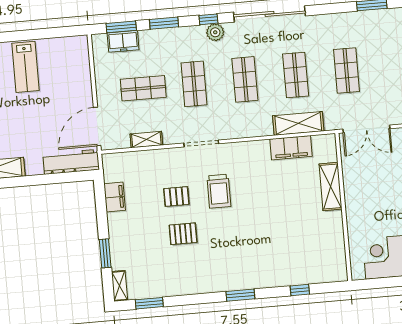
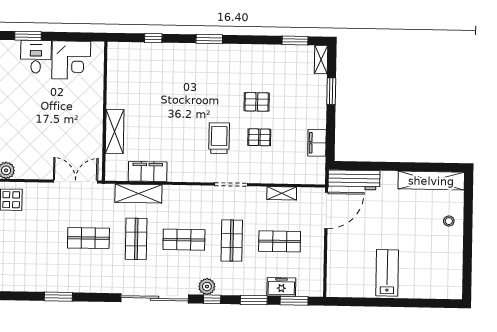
freezer: (123, 41) -> (281, 287), moved
shop shelf: (346, 71) -> (88, 238), turned 90
shop shelf: (245, 79) -> (184, 240), turned 90

